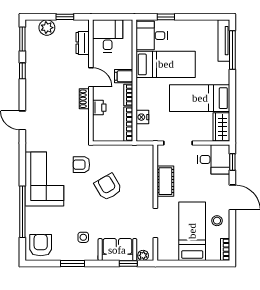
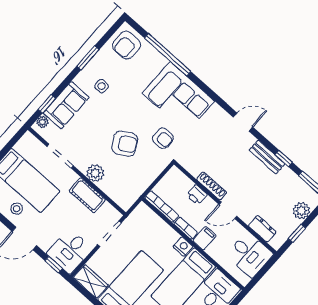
bench: (31, 83) -> (267, 157), added
shoe rack: (84, 99) -> (212, 186), width x1.43
nightstand: (142, 117) -> (183, 247), moved
armchair: (81, 165) -> (163, 138), turned 90
plant: (146, 189) -> (95, 173), added
armchair: (41, 245) -> (126, 45), turned 90

